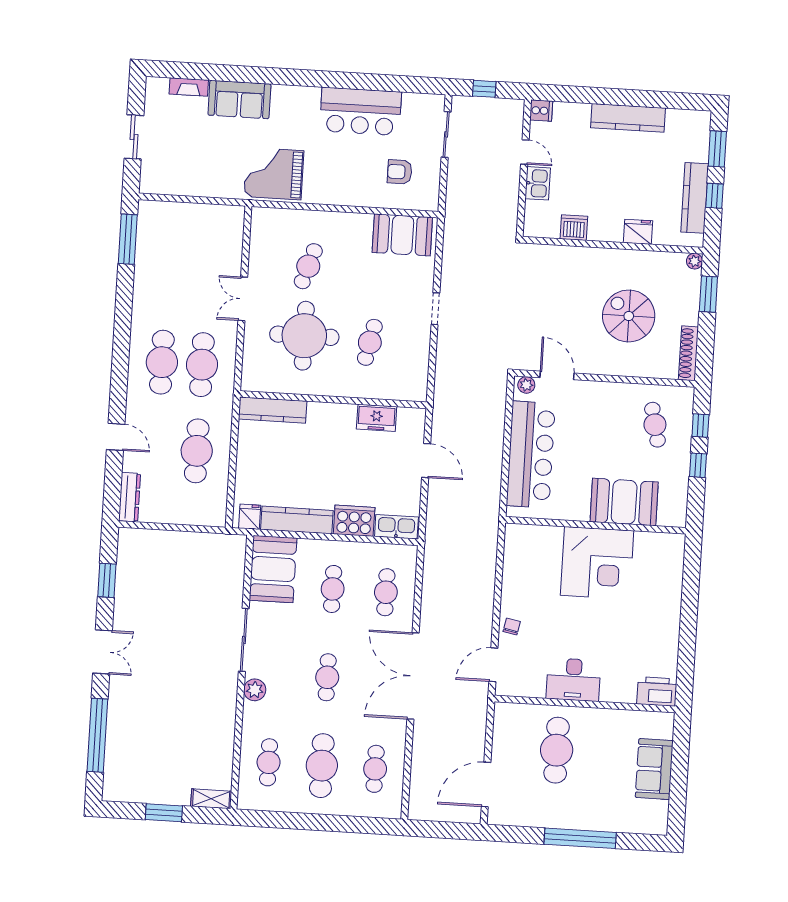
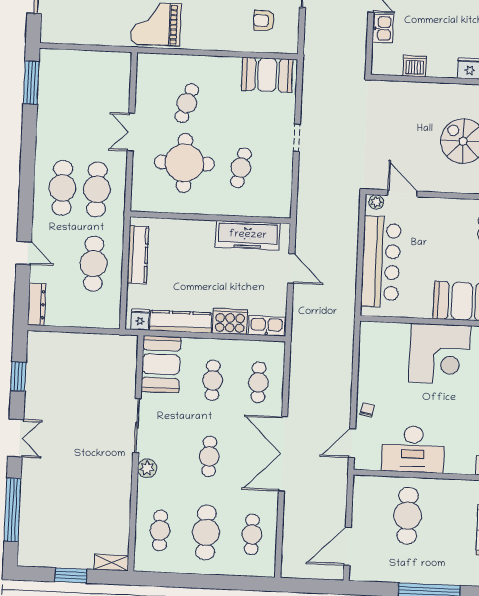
kitchen counter: (273, 410) -> (138, 255), moved, turned -90
freezer: (377, 418) -> (248, 235), width x1.91, depth x1.26
desk: (573, 680) -> (413, 449), width x1.36, depth x1.30

